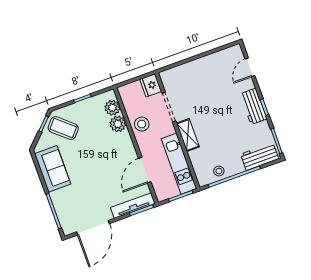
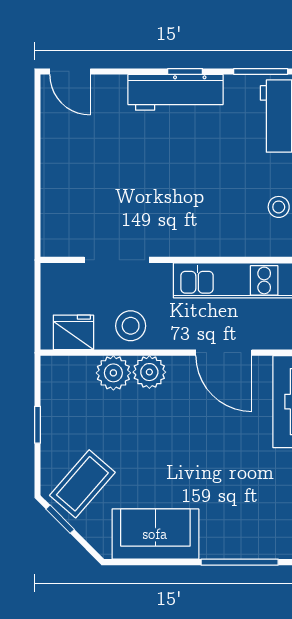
door: (250, 67) -> (70, 71), moved
fridge: (151, 85) -> (73, 332), moved, turned 180
workbench: (253, 106) -> (176, 92), width x1.38
plant: (112, 108) -> (149, 372), moved
shelving: (188, 135) -> (185, 243), removed

